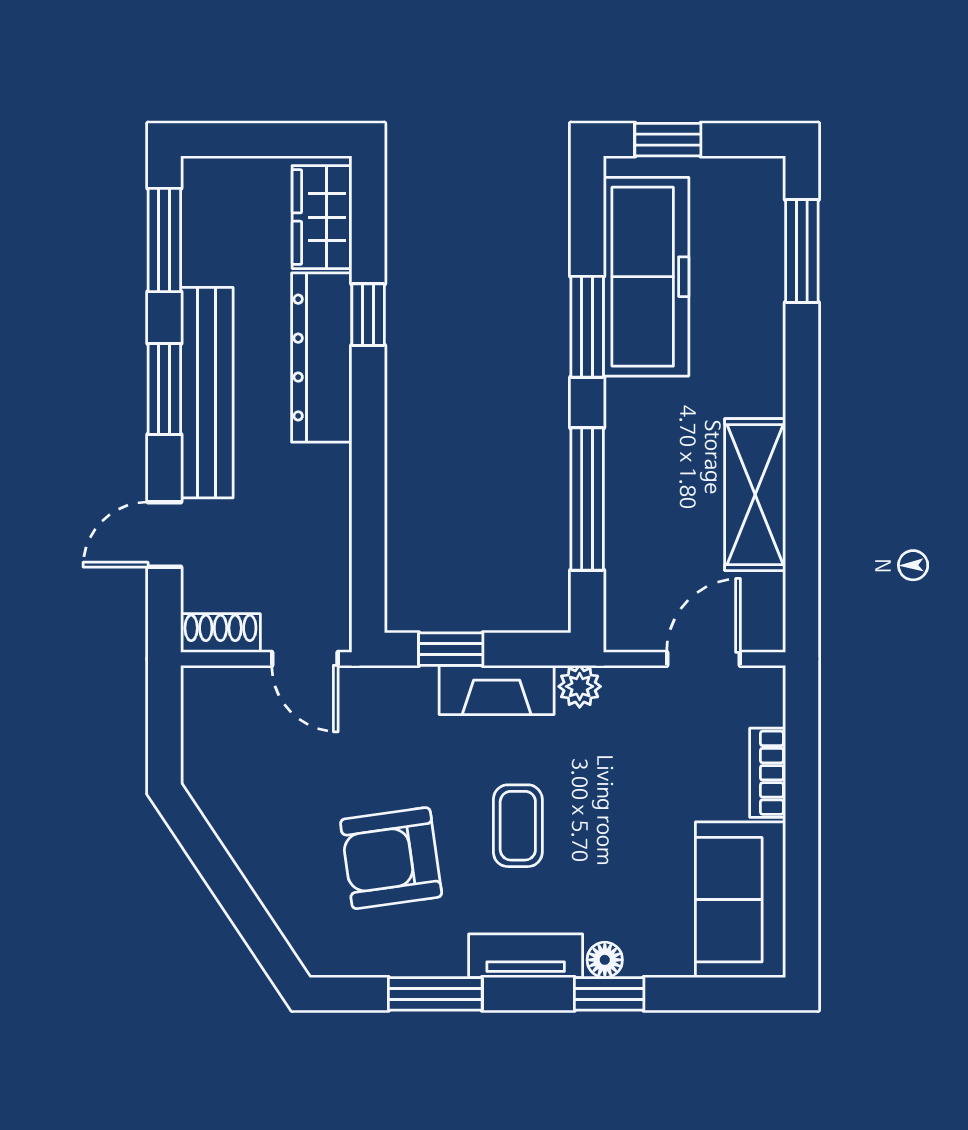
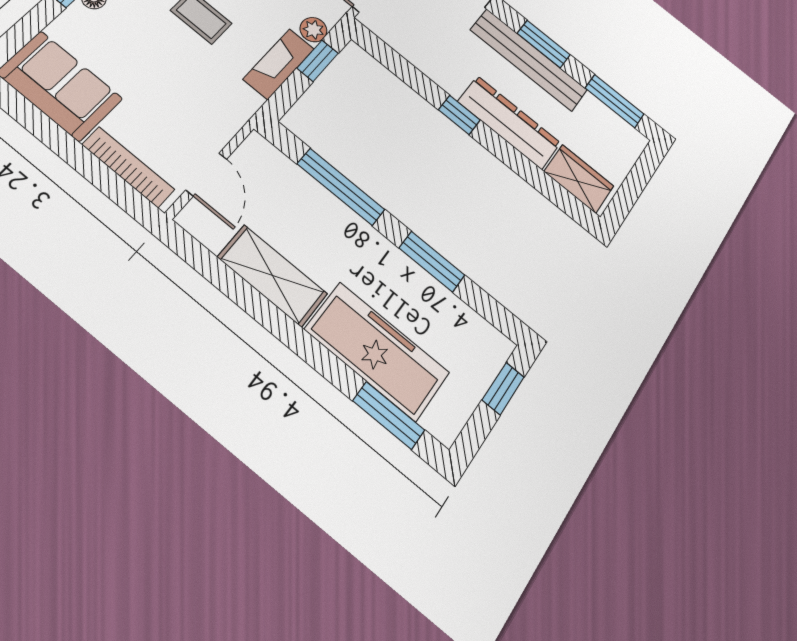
freezer: (646, 277) -> (377, 351), moved, turned 180
window: (368, 315) -> (459, 115), moved
plant: (580, 686) -> (313, 30), moved
bookcase: (768, 773) -> (128, 167), width x1.56

